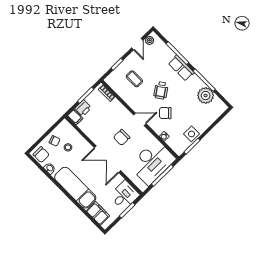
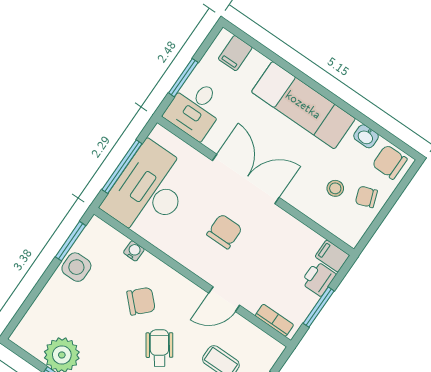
door: (140, 119) -> (224, 299), moved
filing cabinet: (98, 213) -> (235, 53), width x0.50

